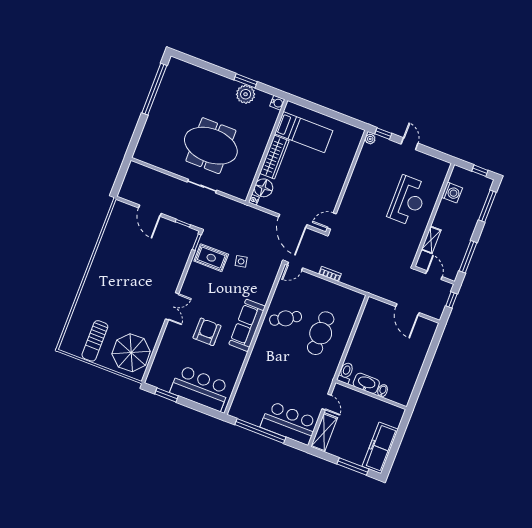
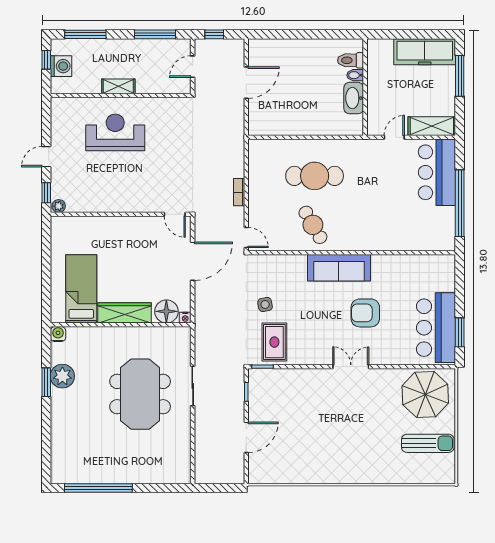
washing machine: (452, 193) -> (61, 66), moved, turned 90
shelving: (431, 240) -> (118, 86), moved
toilet: (346, 373) -> (350, 60), moved
bar counter: (200, 388) -> (436, 328), moved

